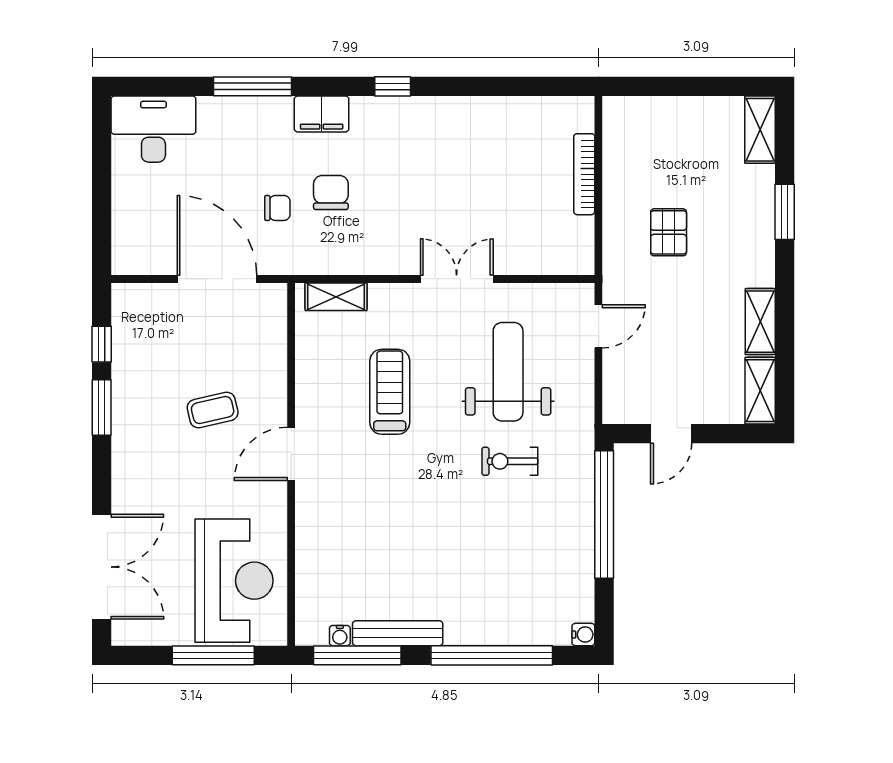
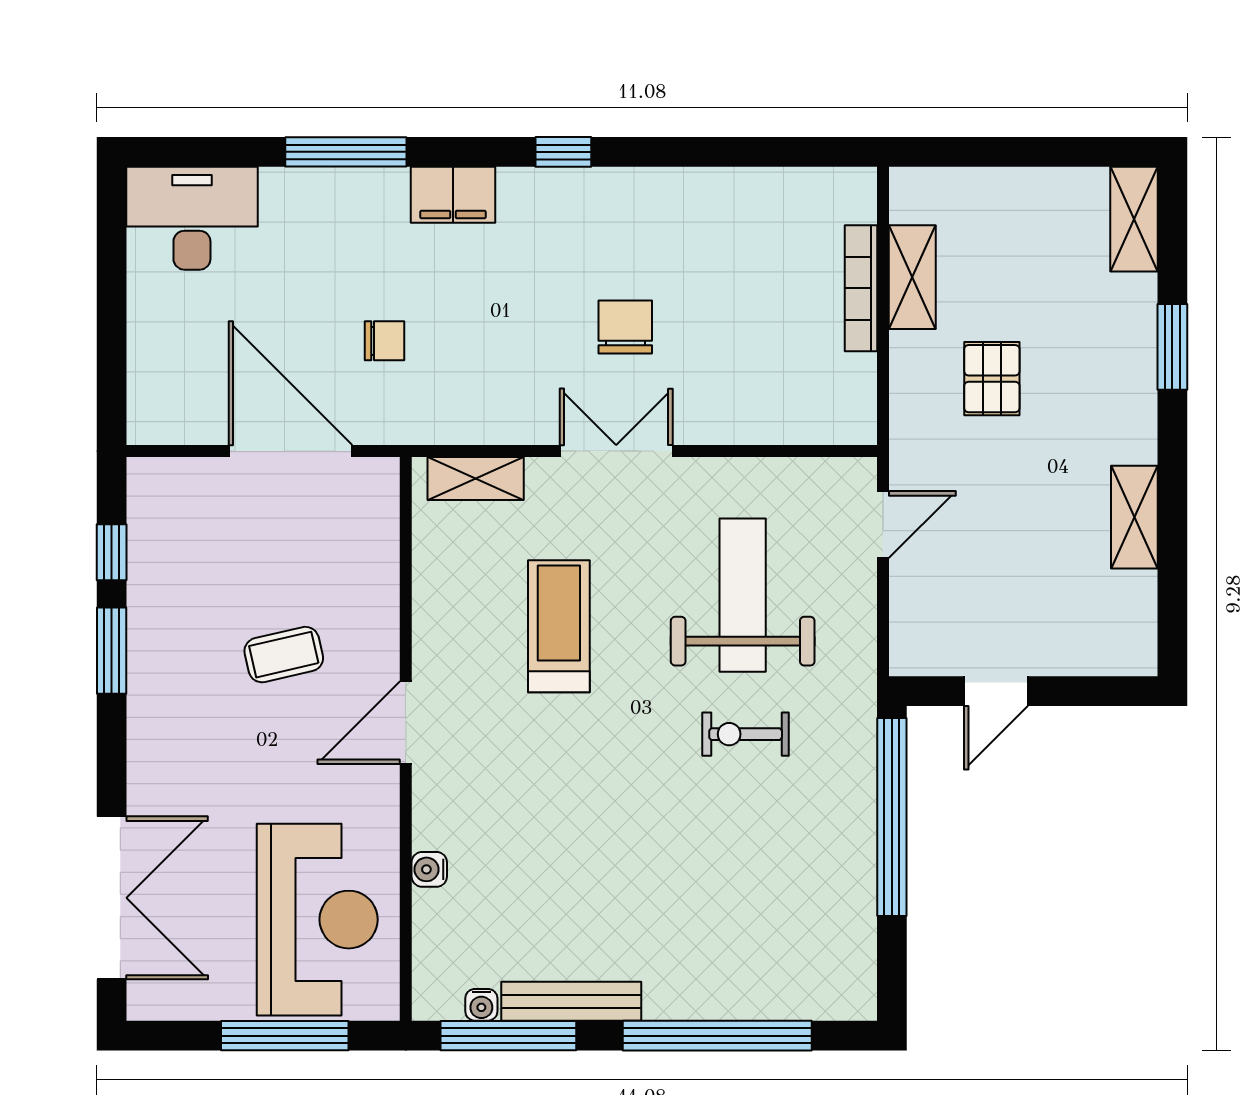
chair: (331, 193) -> (625, 327), moved
double door: (457, 279) -> (616, 451), moved
shelving: (760, 391) -> (912, 277), moved
water cooler: (583, 635) -> (429, 869), moved, turned 180

